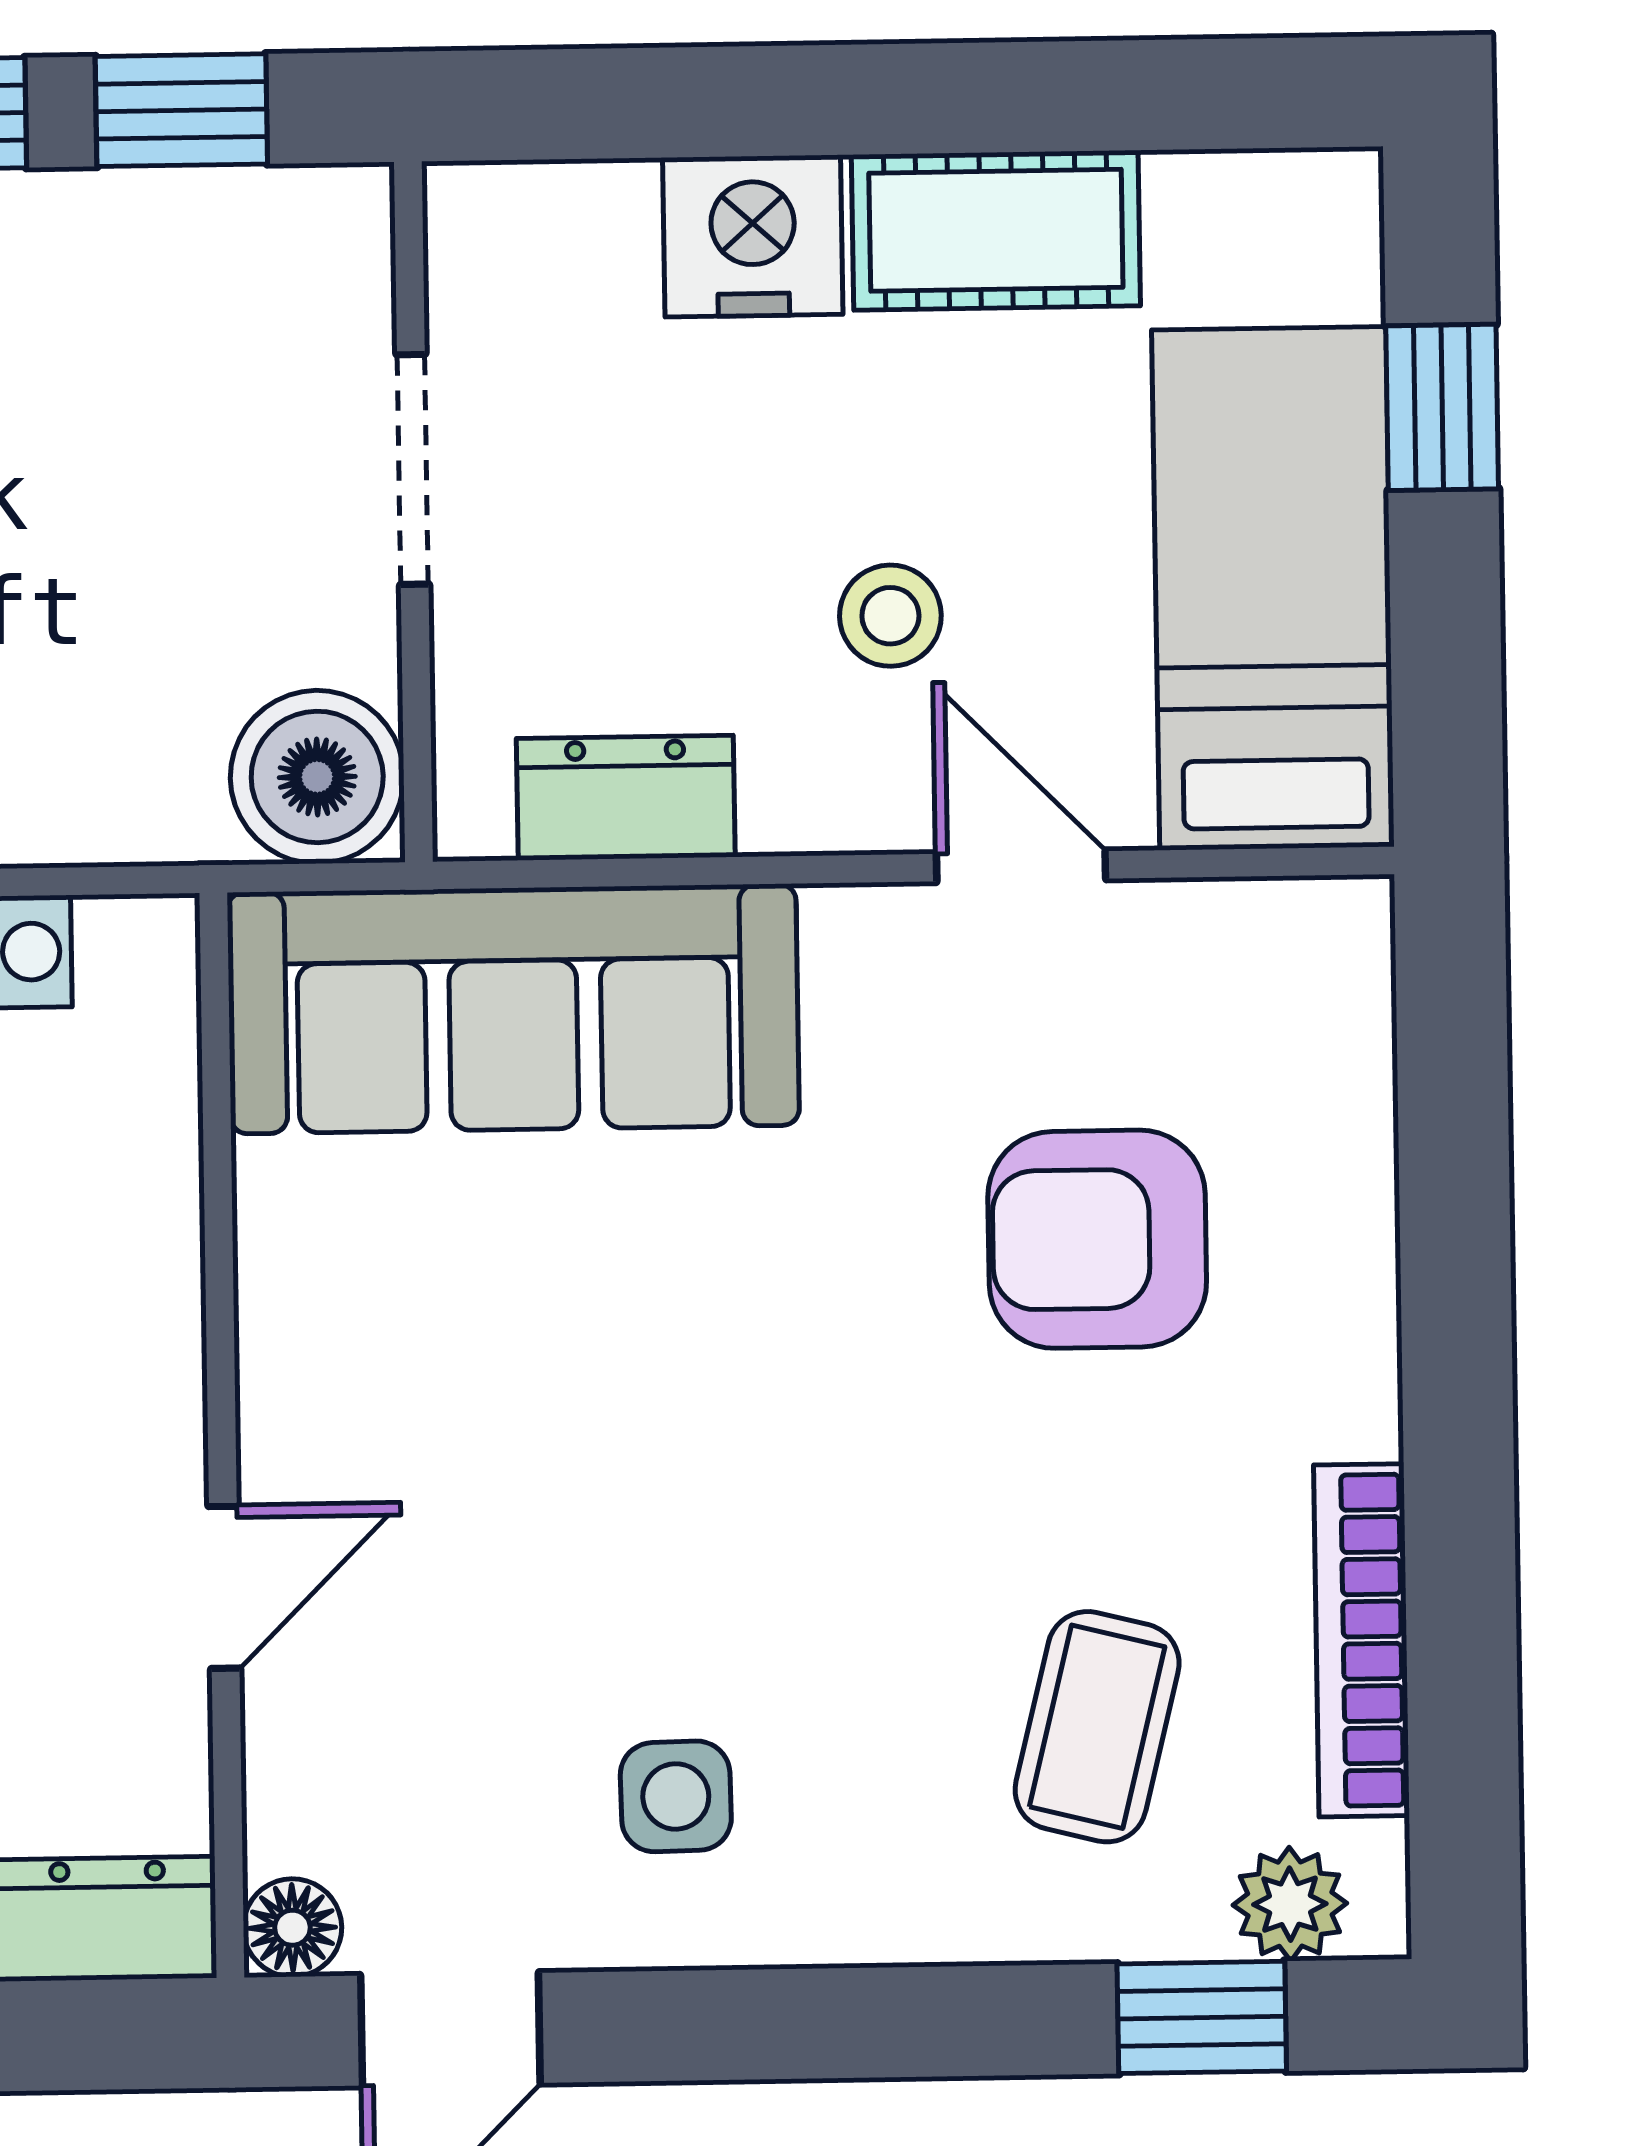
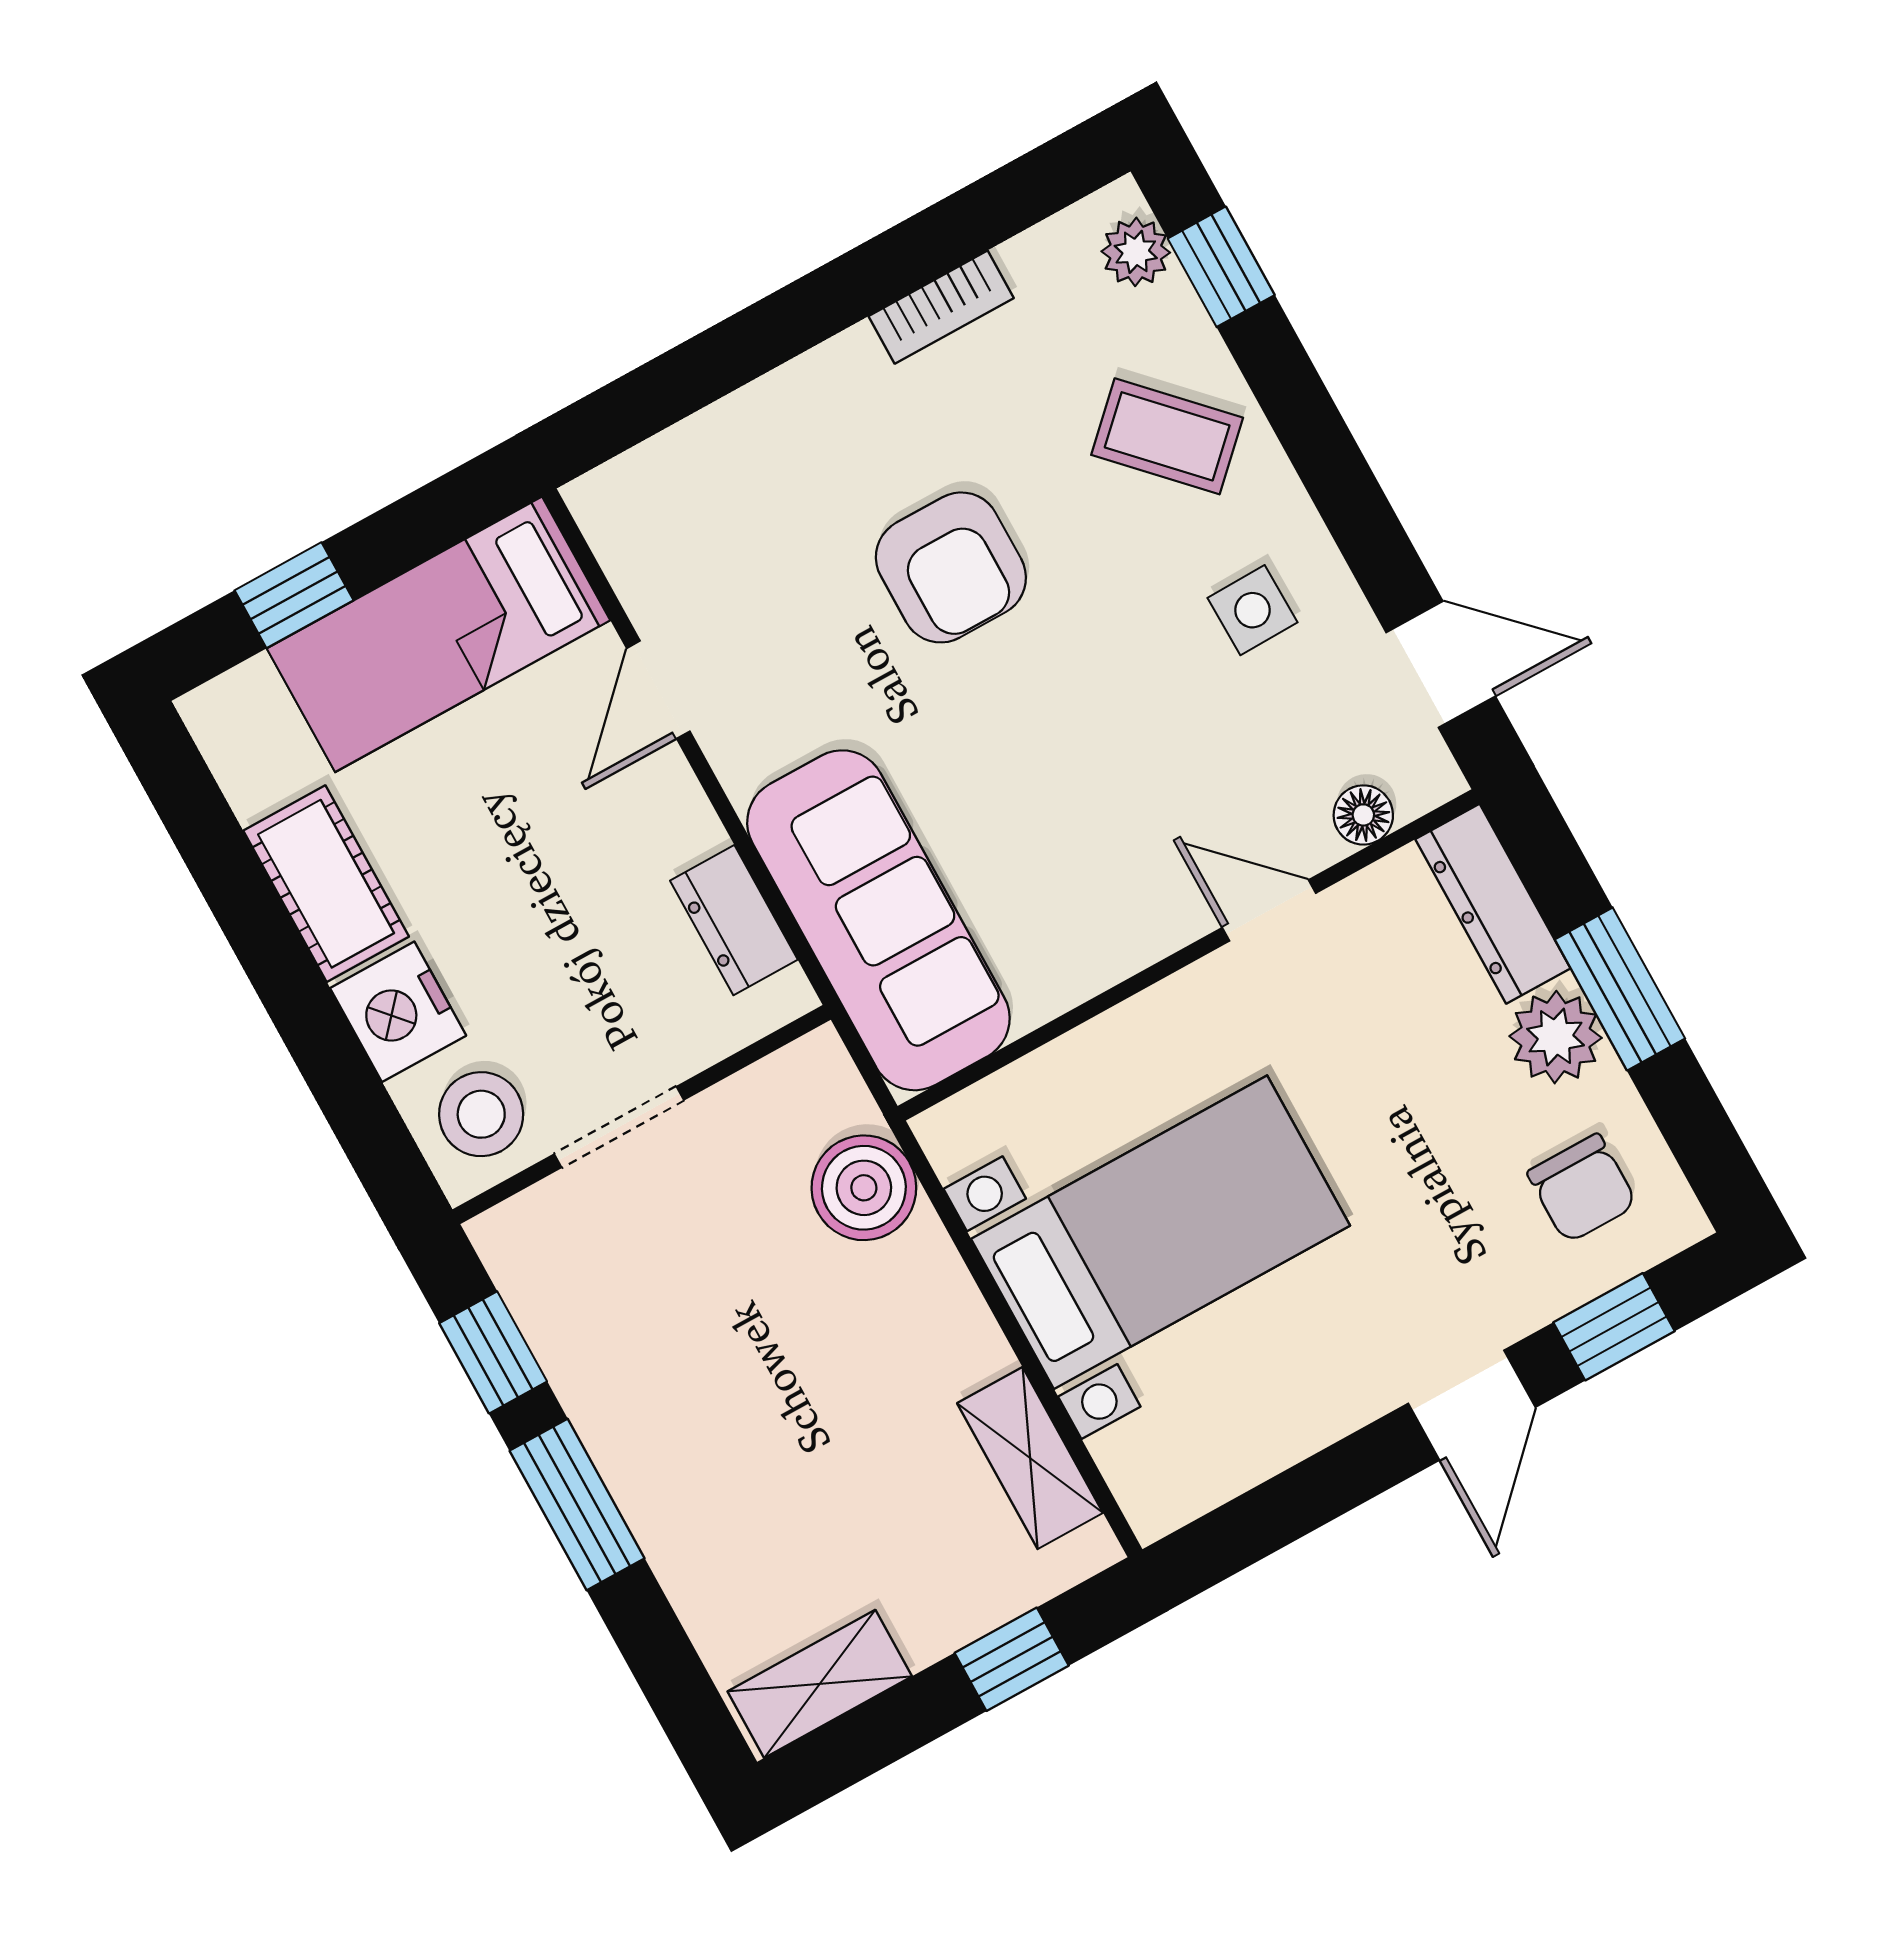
stool: (890, 616) -> (481, 1114), moved, width x1.37, depth x1.37
boiler: (317, 777) -> (864, 1188), moved
armchair: (1097, 1239) -> (951, 567), moved
bookcase: (1361, 1640) -> (941, 307), width x0.64
coffee table: (1097, 1727) -> (1167, 436), moved, turned 32
floor lamp: (292, 1928) -> (1363, 815), moved

